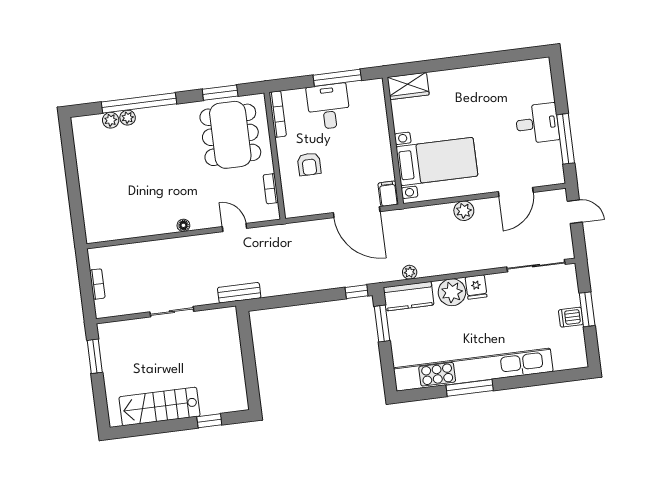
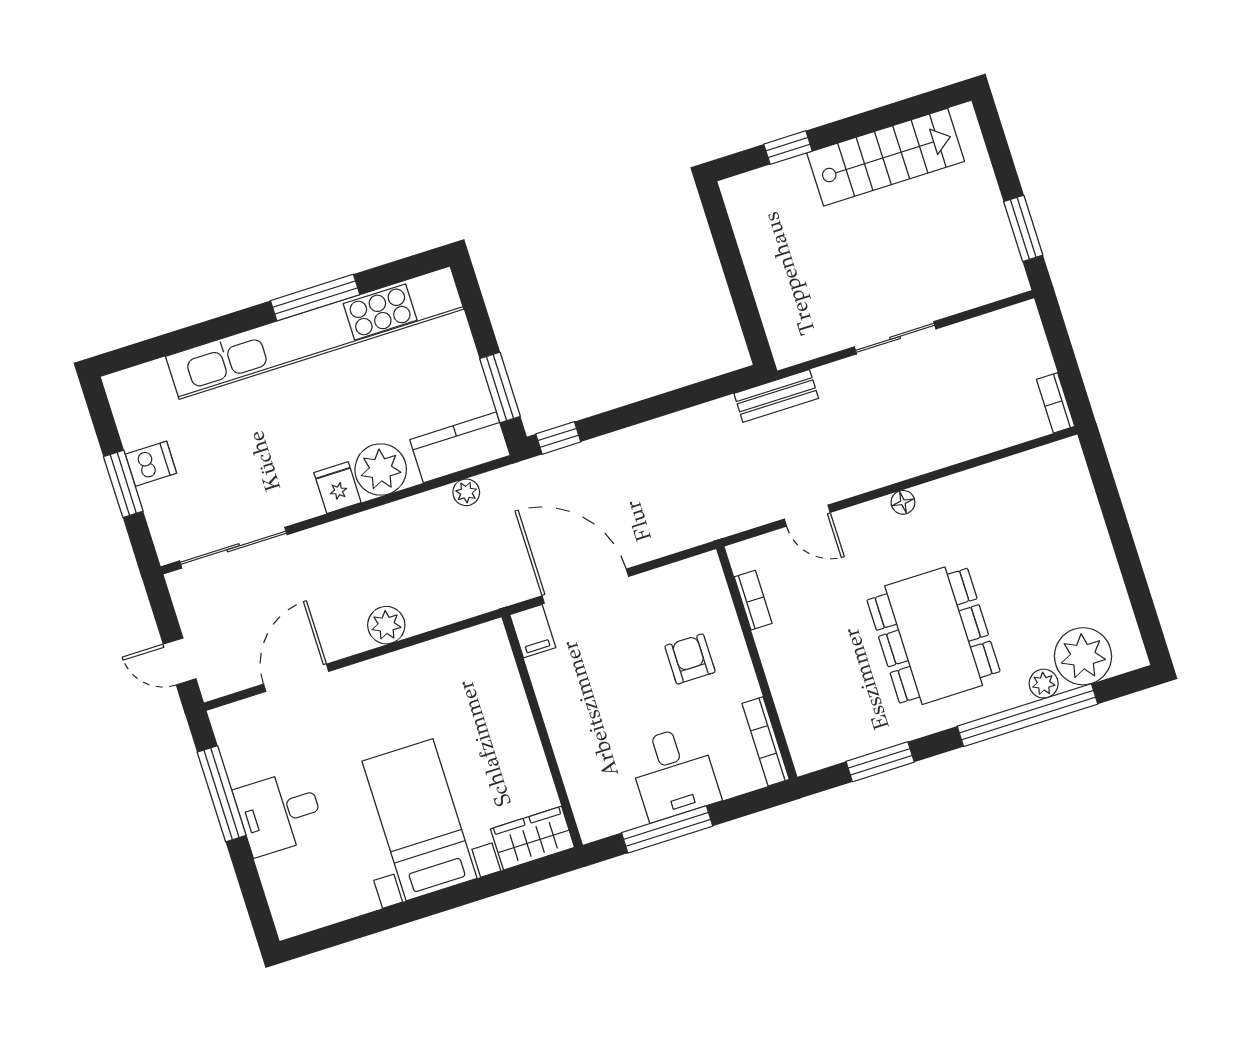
plant: (111, 120) -> (1083, 656), width x1.87, depth x1.87
dining table: (230, 135) -> (934, 636), moved
bed with nightstands: (437, 161) -> (420, 820), moved, turned 90
bookcase: (97, 284) -> (1056, 403), moved

